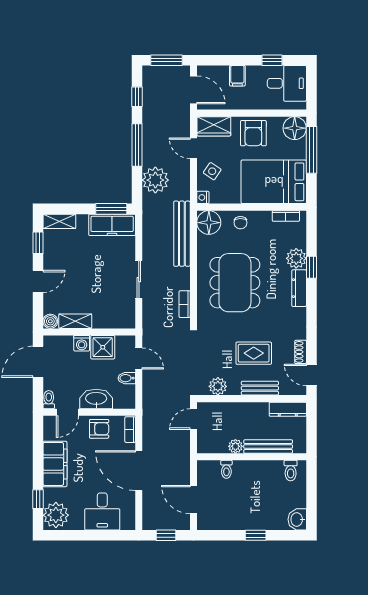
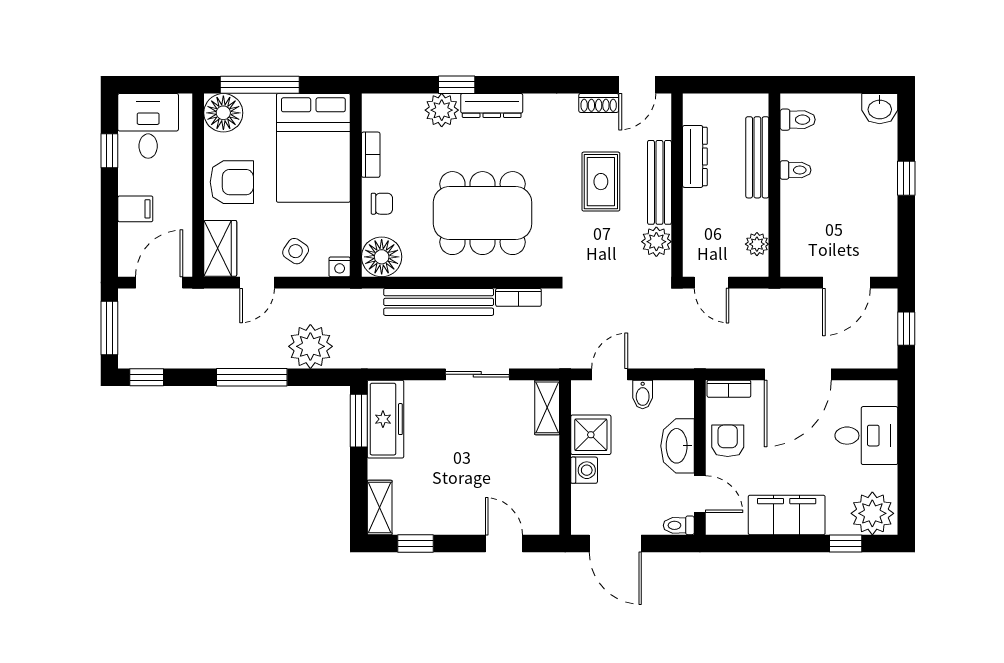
window: (137, 97) -> (147, 377), moved
bookcase: (286, 216) -> (371, 155), moved
bench: (182, 234) -> (439, 302), moved
door: (38, 281) -> (504, 543), moved
boiler: (50, 321) -> (547, 523), removed
shelving: (75, 321) -> (547, 407), moved
bench: (260, 388) -> (659, 182), width x1.36
dresser: (288, 409) -> (695, 156), moved
plant: (235, 446) -> (757, 244), moved
toilet: (226, 469) -> (795, 170), moved

